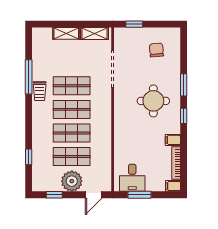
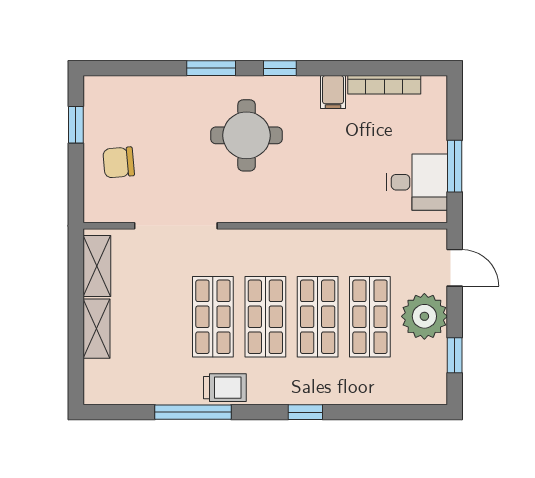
window: (134, 24) -> (76, 125), moved
chair: (156, 50) -> (119, 162), moved
window: (29, 157) -> (305, 412), moved
filing cabinet: (173, 186) -> (435, 92), removed

